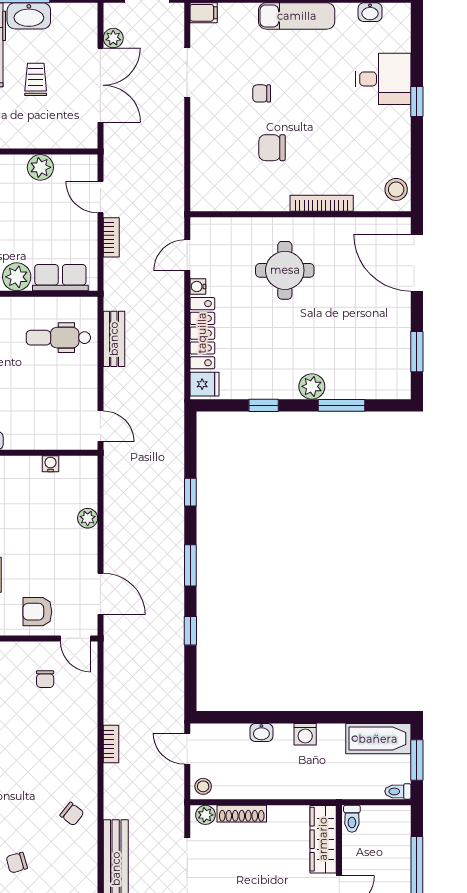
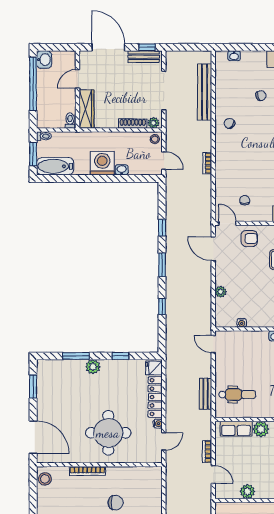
round table: (285, 270) -> (108, 433), width x1.36, depth x1.36
washing machine: (305, 734) -> (102, 163), width x1.89, depth x1.89

